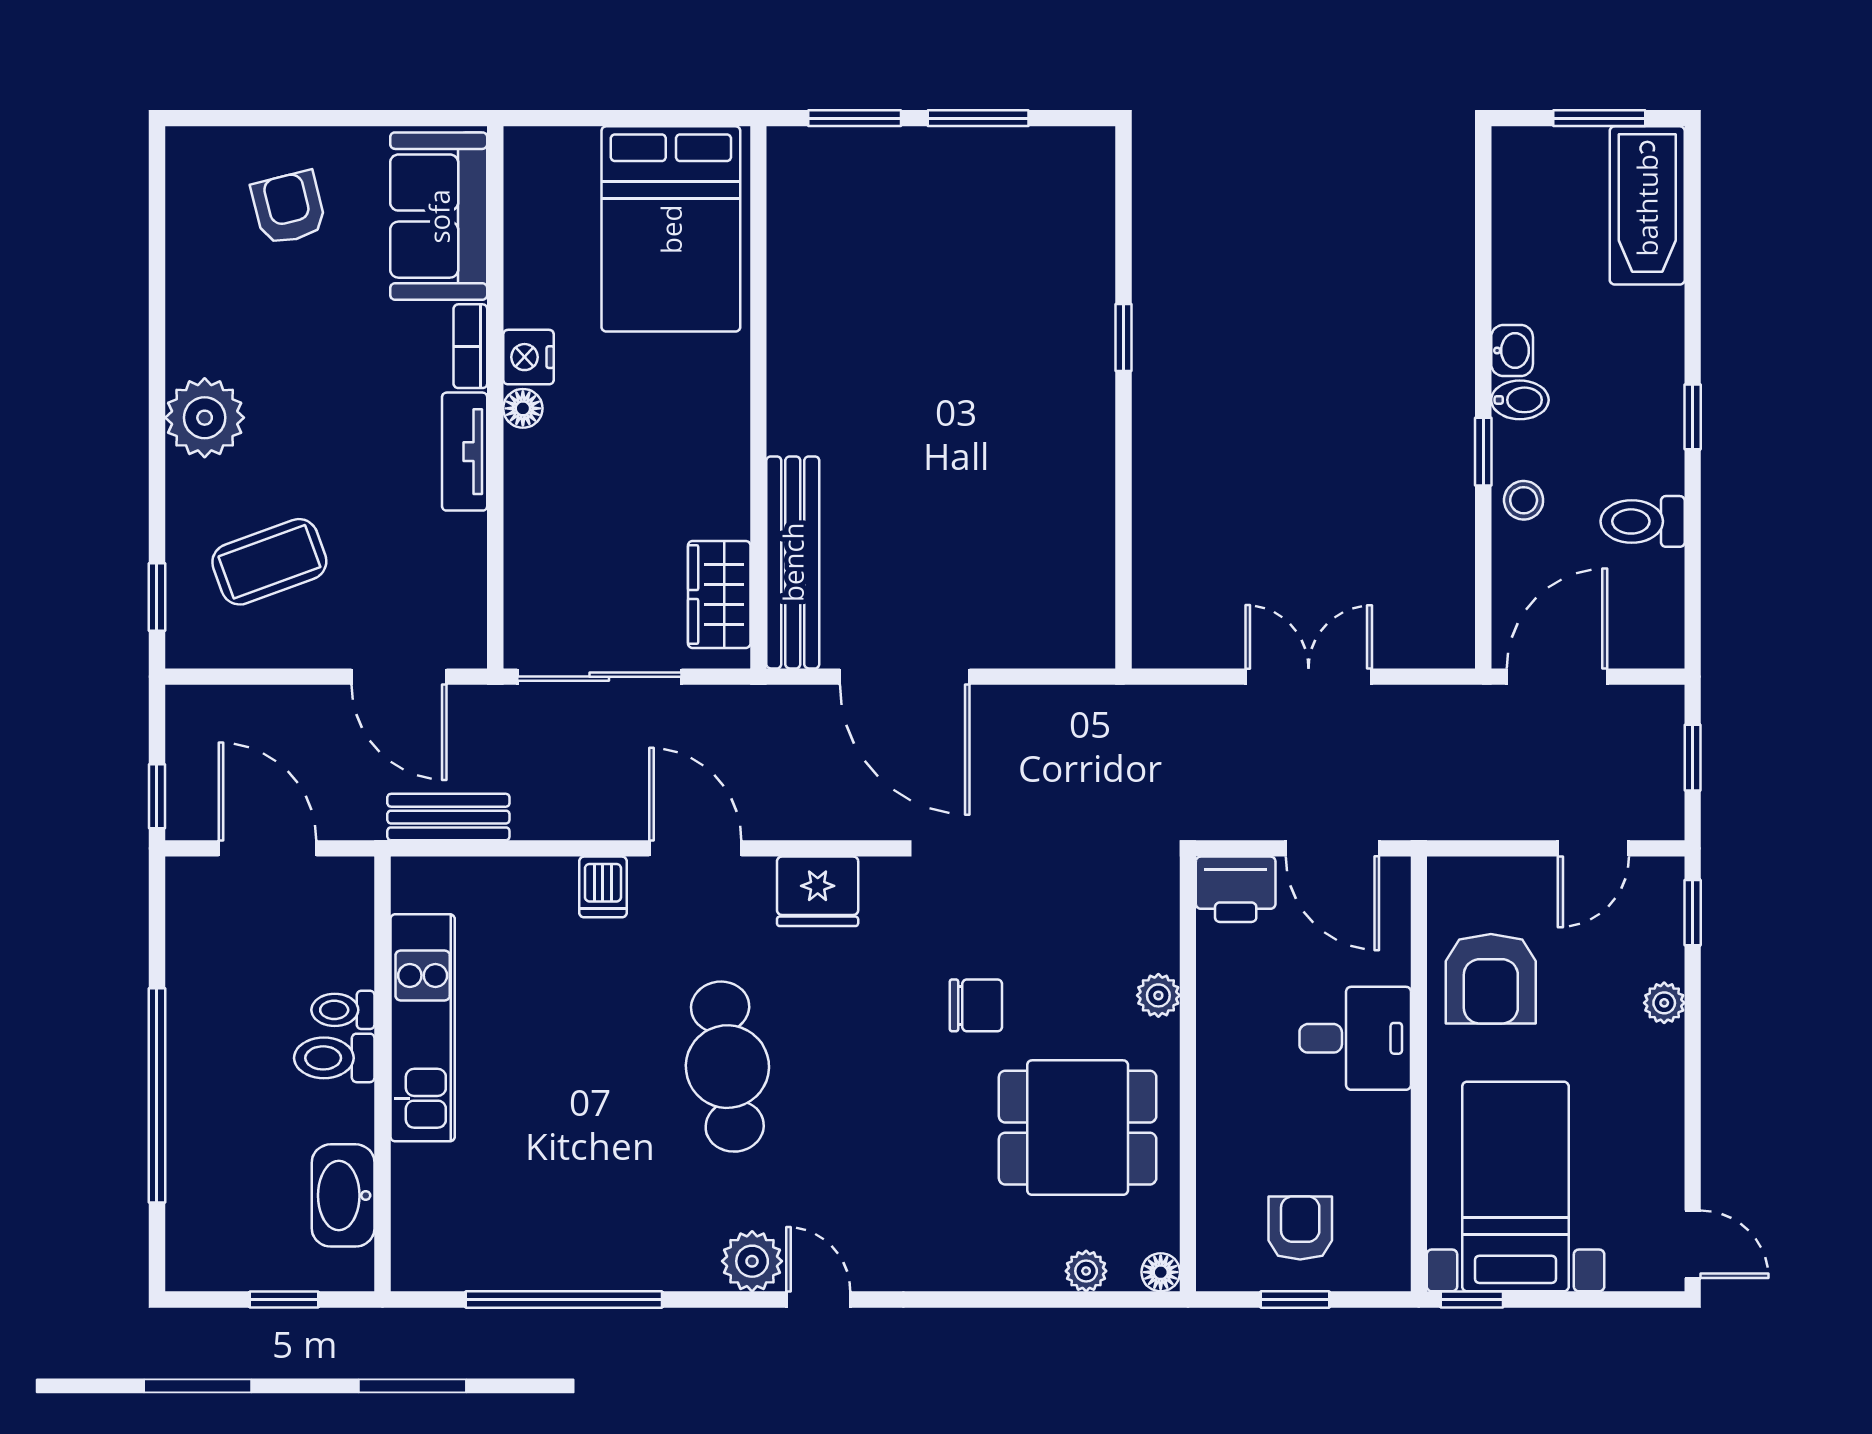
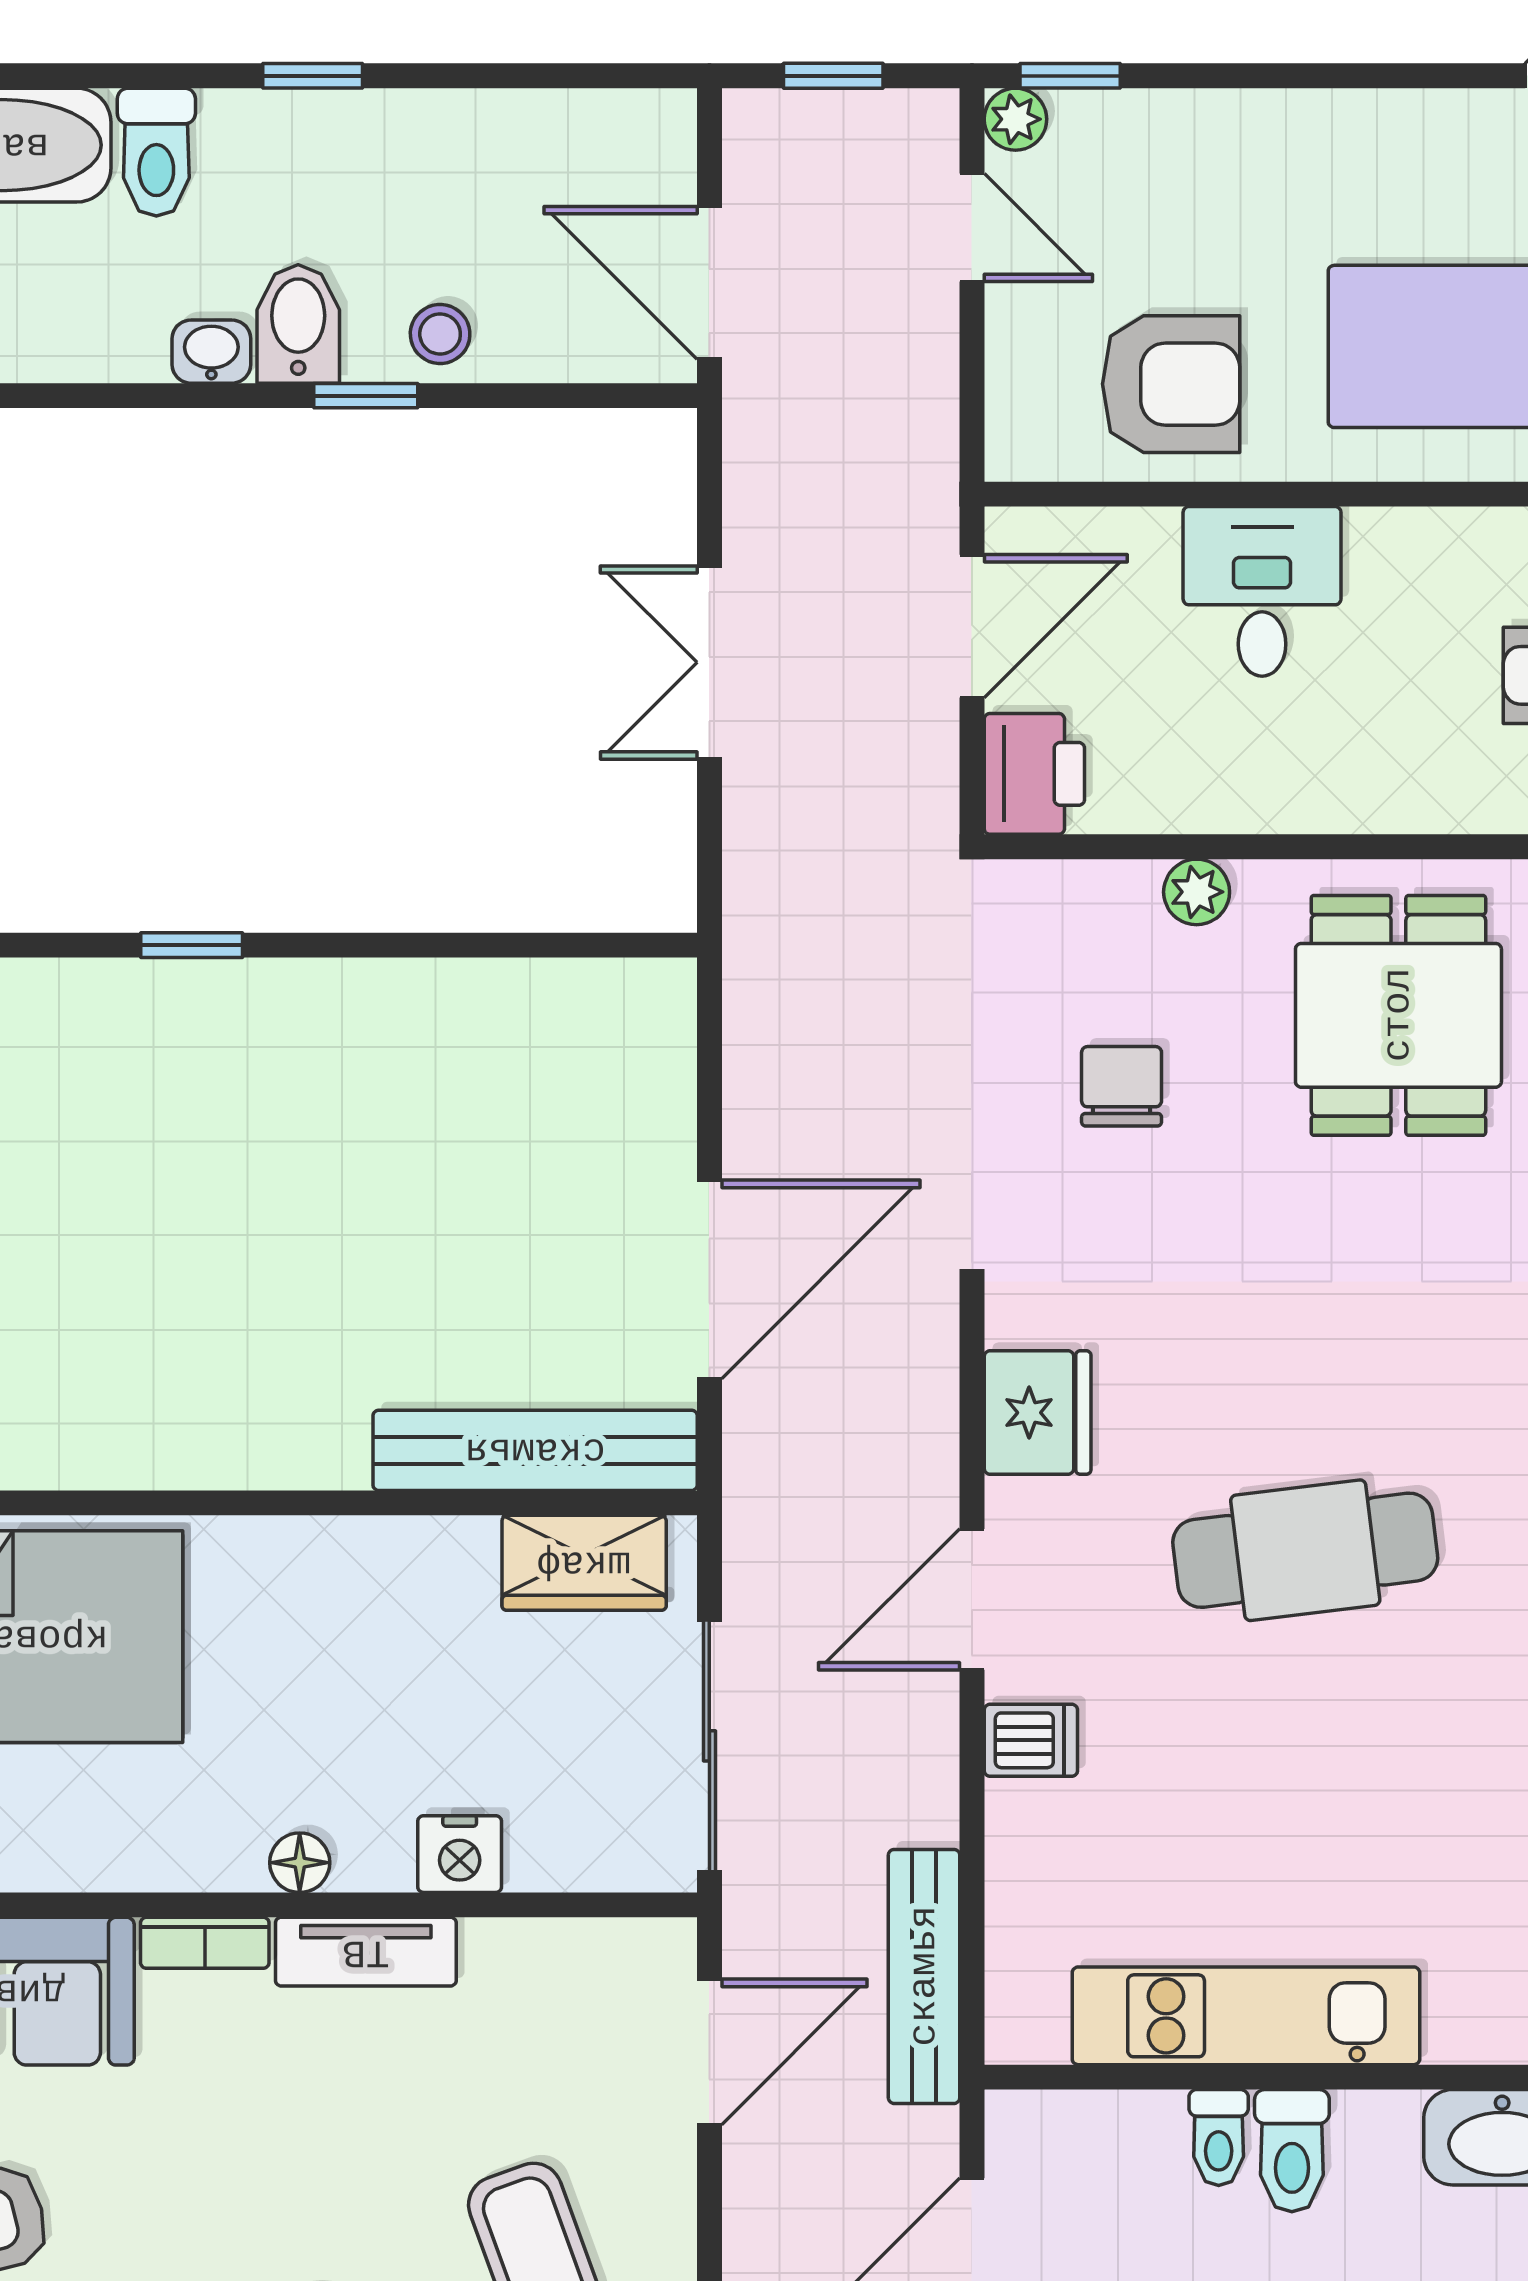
nightstand: (529, 357) -> (460, 1854), moved
bidet: (1520, 400) -> (298, 324), width x1.38, depth x1.36
toilet: (1643, 521) -> (156, 152), moved
bench: (448, 817) -> (924, 1976), width x1.36
plant: (1664, 1003) -> (1015, 119), moved
chair: (976, 1005) -> (1122, 1086), moved

